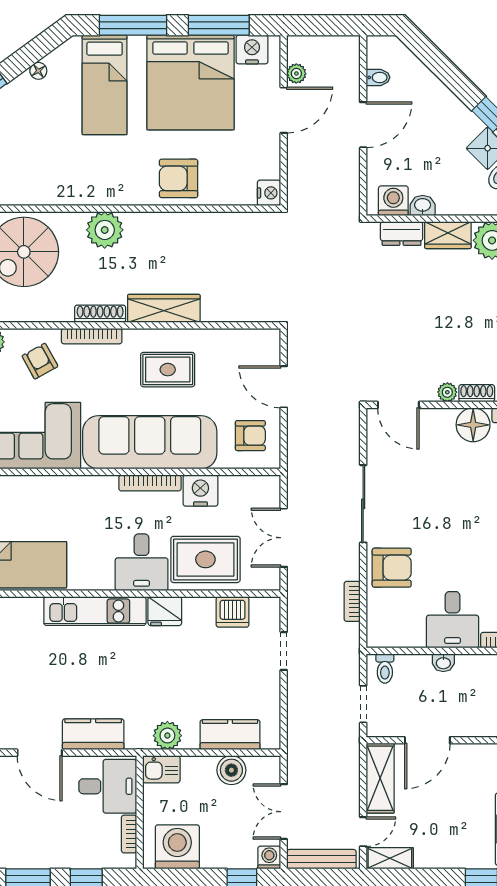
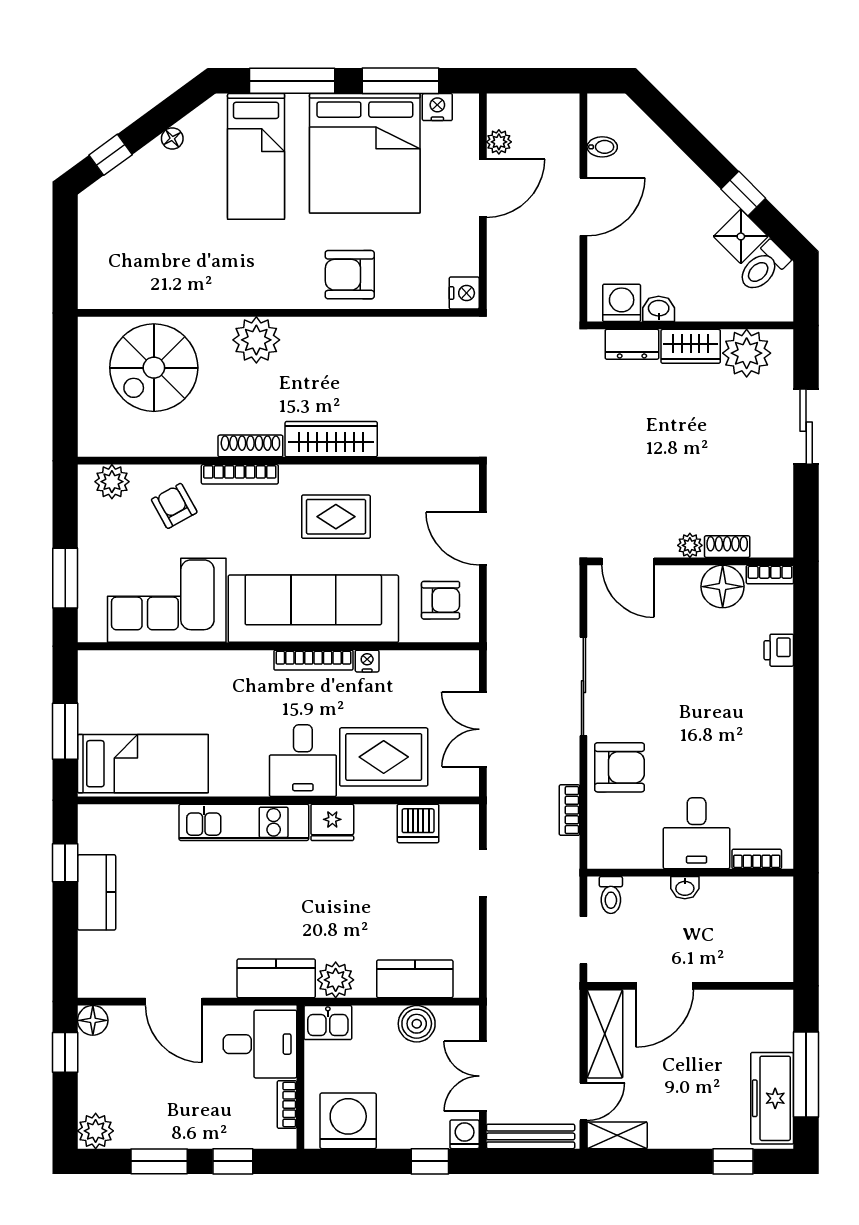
nightstand: (252, 50) -> (437, 107), width x0.74, depth x0.75
nightstand: (200, 491) -> (367, 661), width x0.53, depth x0.56
kitchen counter: (93, 734) -> (276, 978), moved

